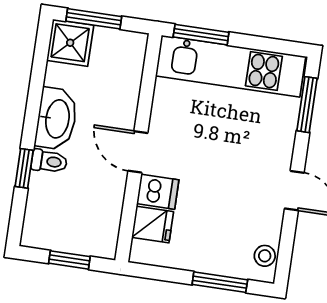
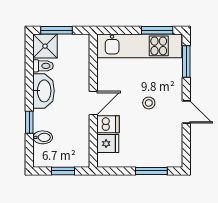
window: (201, 35) -> (157, 30), moved
door: (138, 152) -> (93, 103), swing flipped
toilet: (49, 161) -> (43, 66), moved
bidet: (43, 198) -> (43, 137), added
stool: (265, 256) -> (149, 103), moved

